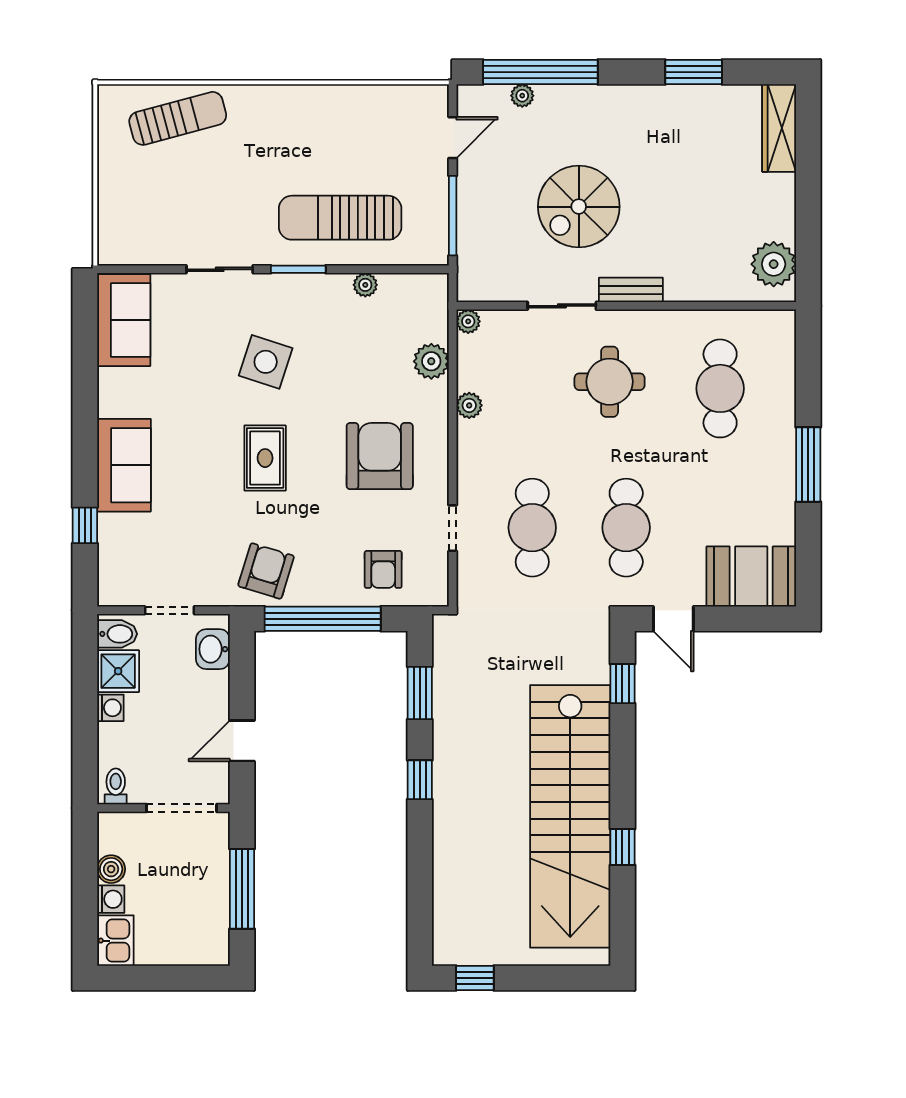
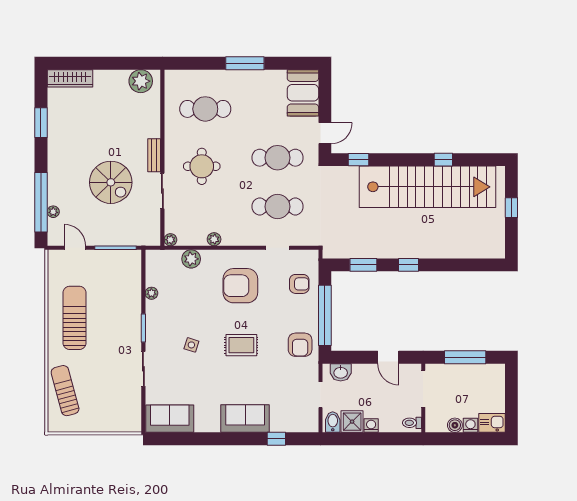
sun lounger: (340, 218) -> (75, 318), moved, turned 180
side table: (266, 362) -> (191, 345), width x0.54, depth x0.54
armchair: (266, 571) -> (300, 345), turned -107
window: (475, 978) -> (511, 208), moved

